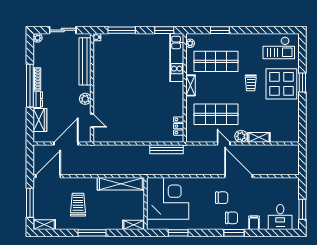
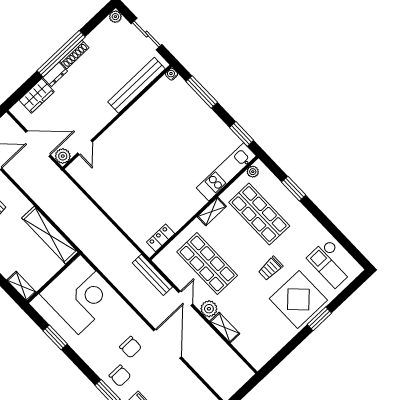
plant: (85, 99) -> (63, 156), moved
bench: (166, 149) -> (152, 275), moved

